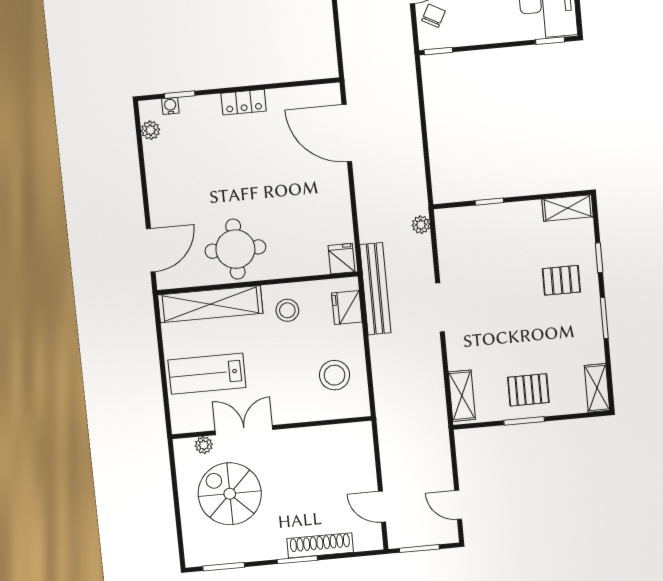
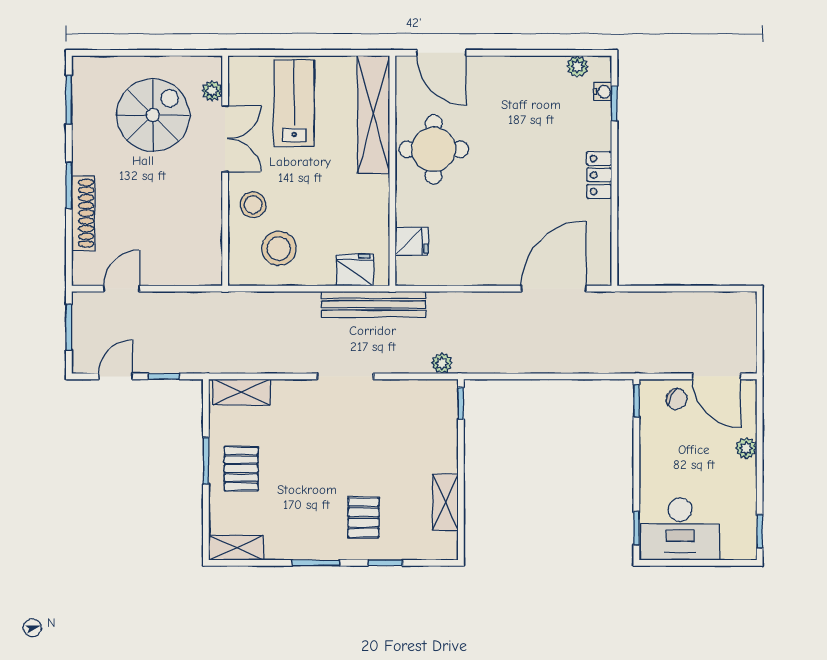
window: (489, 202) -> (461, 403), moved
shelving: (568, 208) -> (445, 502), moved
fridge: (342, 259) -> (412, 241), moved
stool: (287, 310) -> (253, 205), moved
window: (454, 464) -> (164, 376), added

